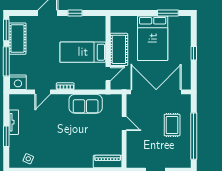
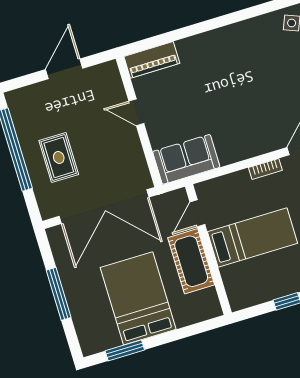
window: (194, 53) -> (59, 294), width x2.17
sofa: (86, 104) -> (186, 159), moved
door: (124, 124) -> (136, 112), moved

